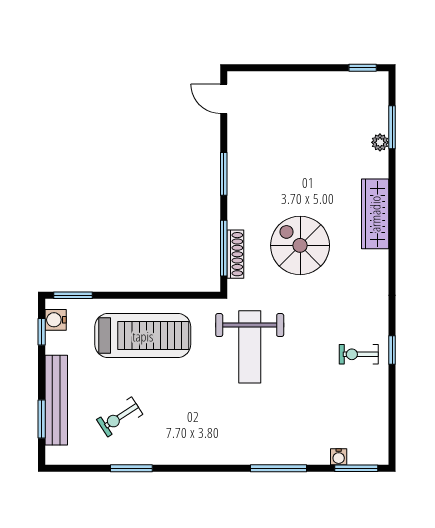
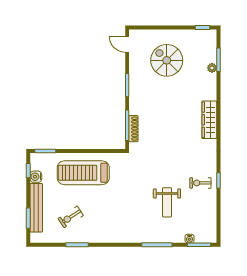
wardrobe: (375, 214) -> (209, 120), moved
spiral stairs: (300, 245) -> (167, 60), moved
water cooler: (56, 320) -> (36, 177), moved
treadmill: (143, 336) -> (83, 173), turned 180
weight bench: (250, 347) -> (167, 202), moved, width x0.73, depth x0.75

